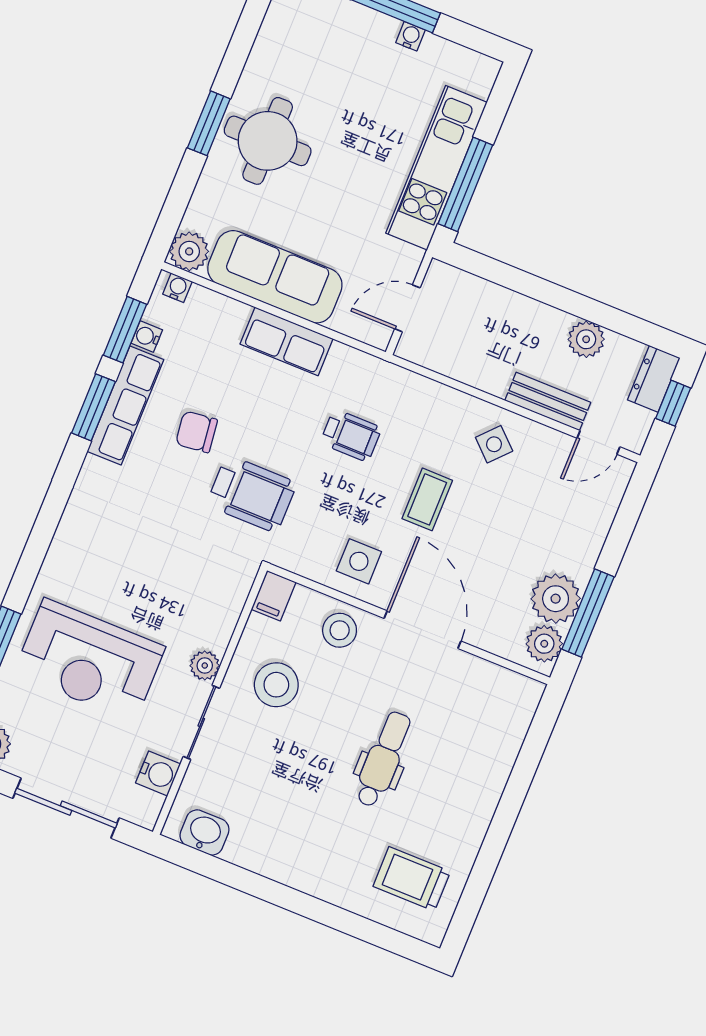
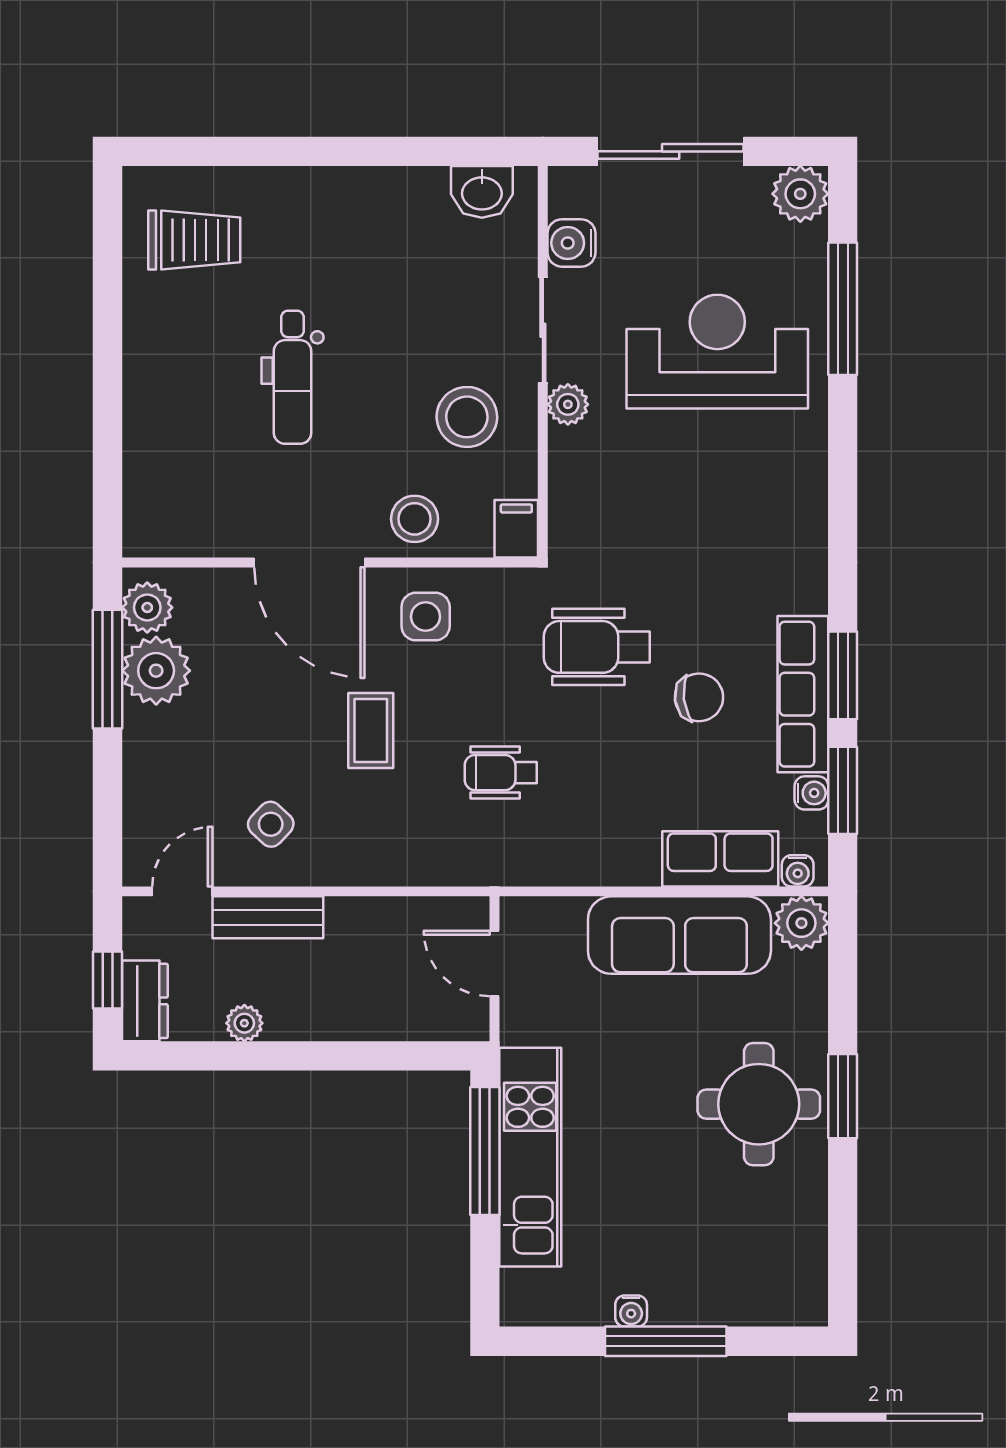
door: (407, 308) -> (494, 963), swing flipped
plant: (586, 339) -> (244, 1023), width x0.73, depth x0.73
row of seats: (287, 341) -> (720, 859), moved
side table: (494, 444) -> (271, 824), moved

